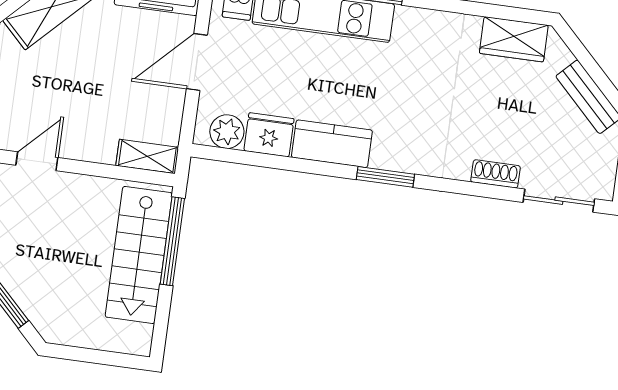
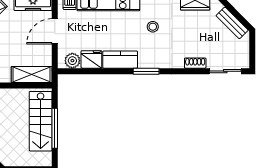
stool: (413, 81) -> (153, 27), added
shelving: (147, 156) -> (32, 75), width x1.50, depth x1.33
window: (172, 241) -> (55, 128), moved

